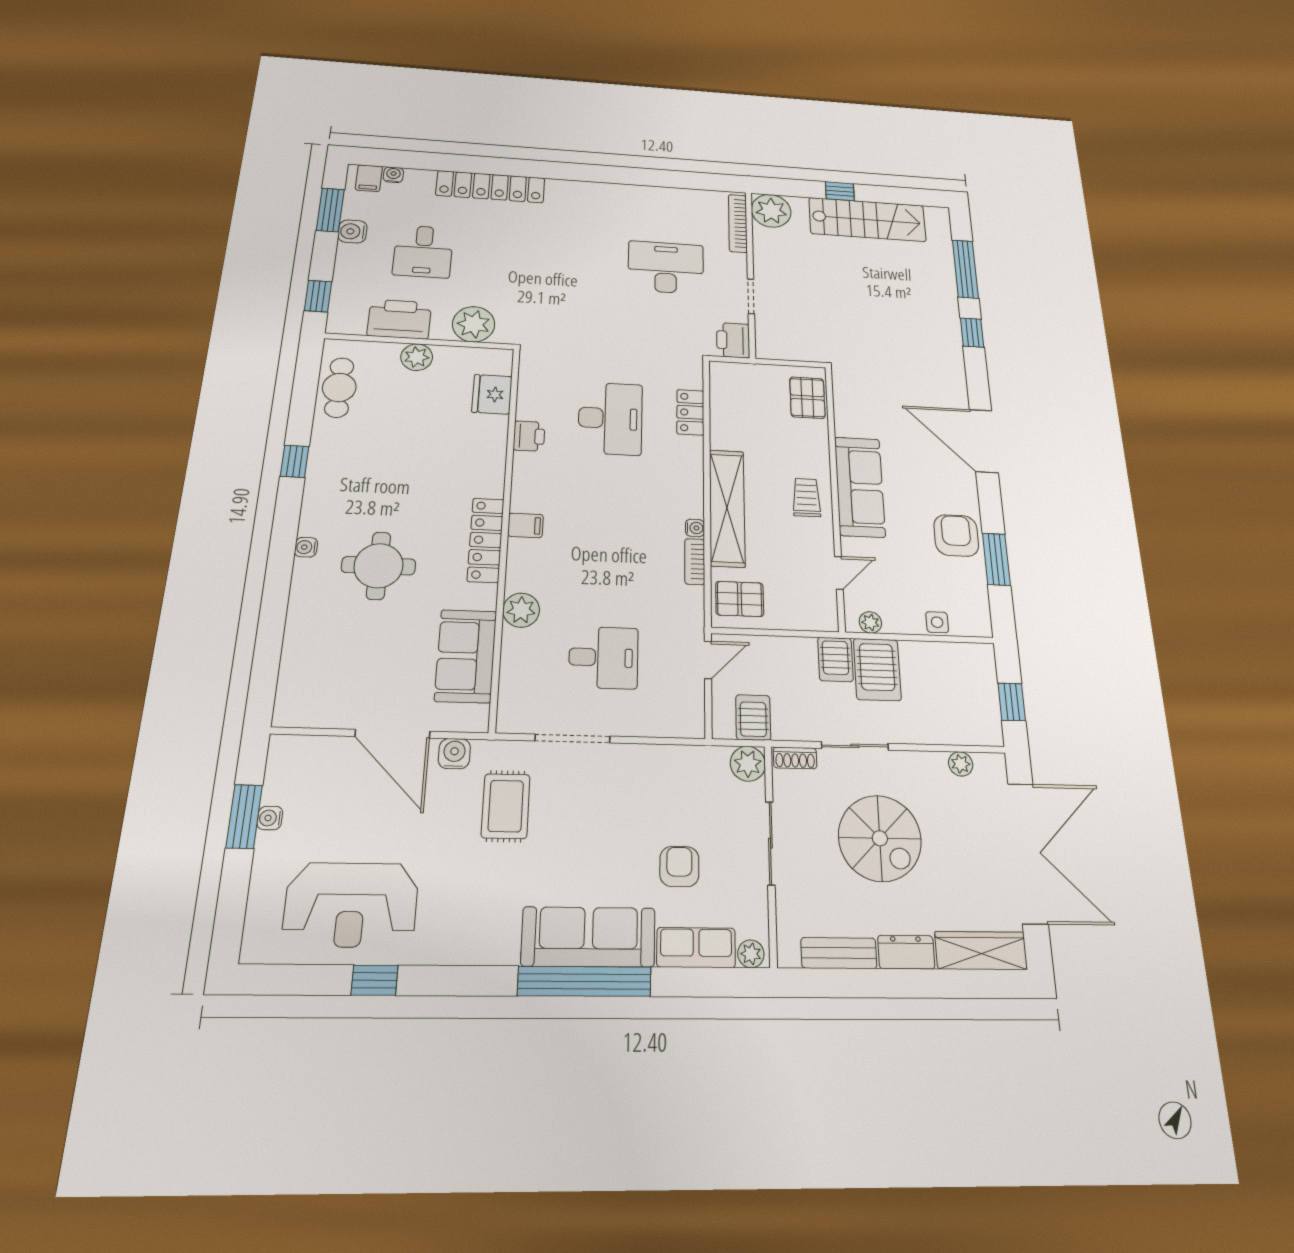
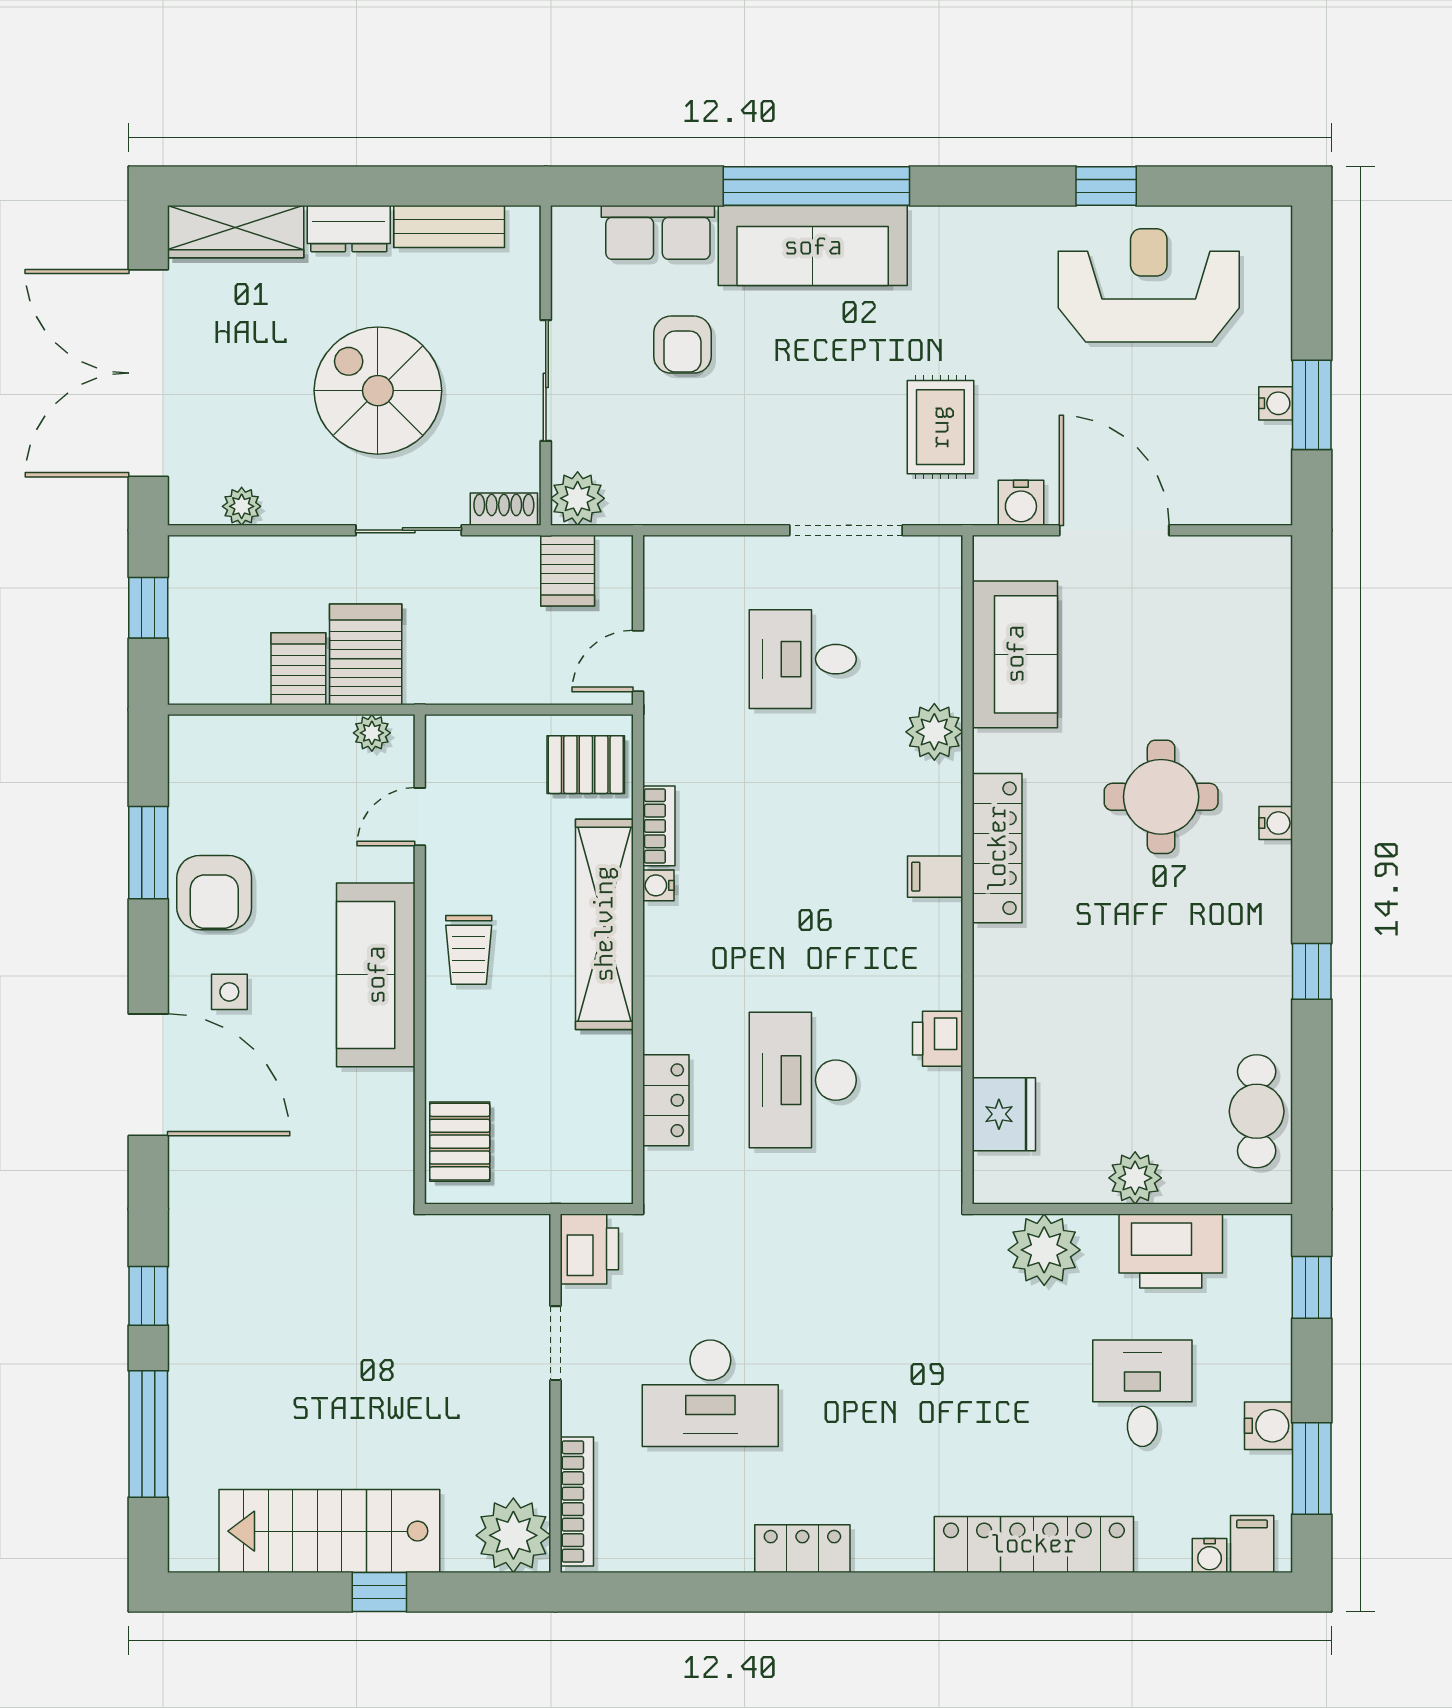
locker: (617, 194) -> (802, 1549), added
side table: (937, 622) -> (229, 992), moved
server rack: (835, 659) -> (298, 669), moved
plant: (751, 954) -> (578, 224), removed

